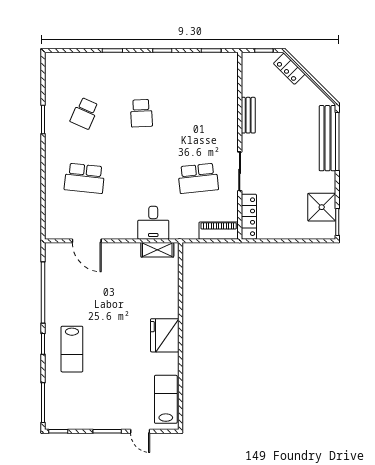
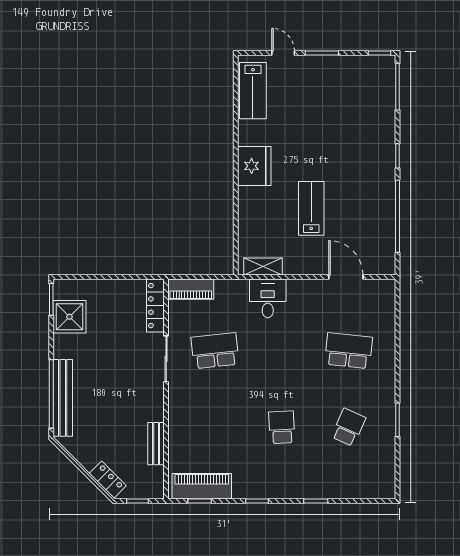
piano: (209, 63) -> (202, 486), added
bench: (248, 115) -> (156, 444), moved
lab bench: (72, 349) -> (311, 208), moved

